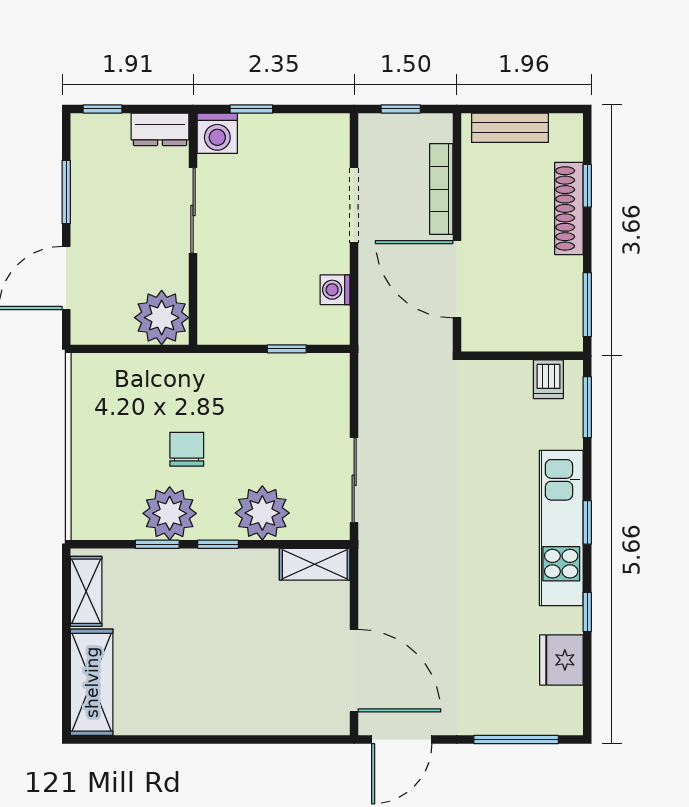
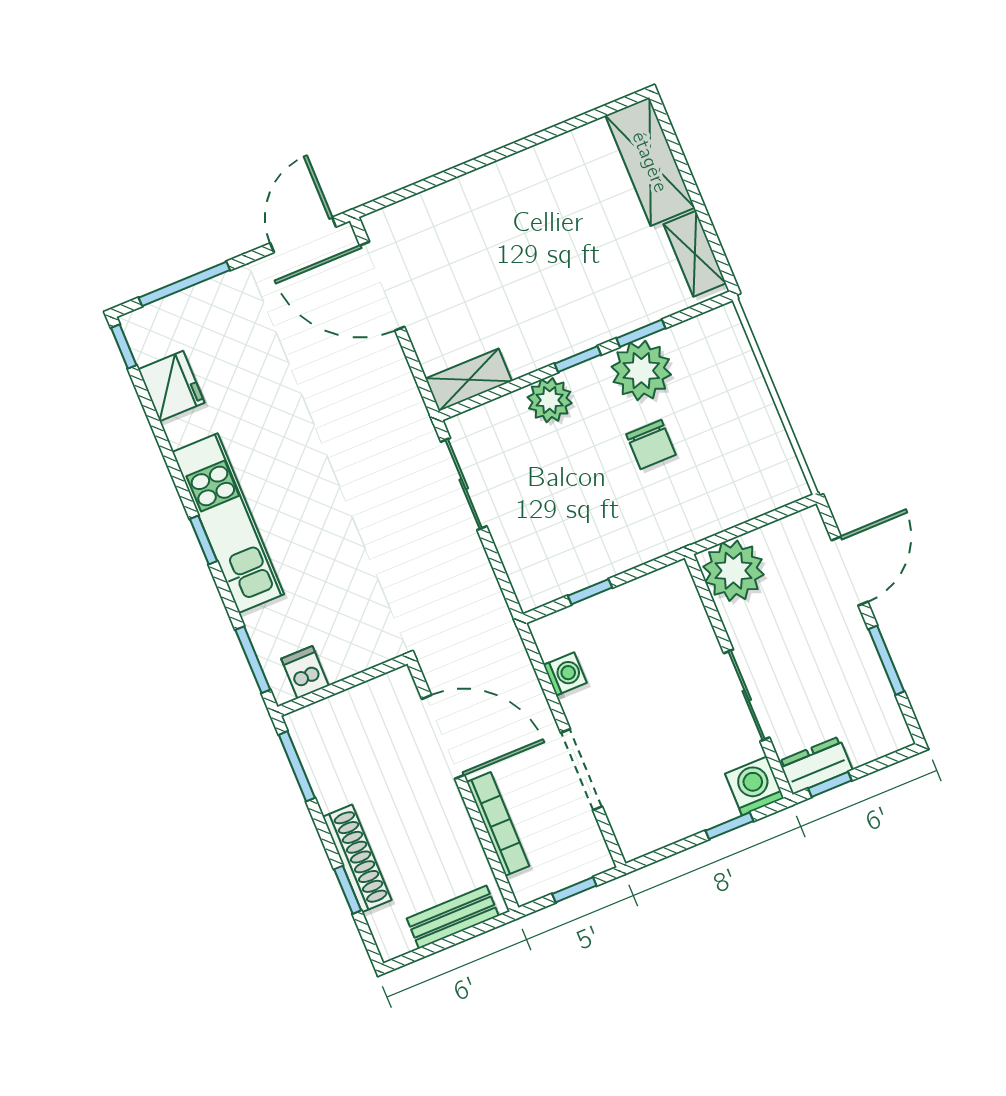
window: (103, 109) -> (830, 784), moved
plant: (262, 513) -> (550, 400), width x0.73, depth x0.73
window: (587, 612) -> (124, 346), moved

